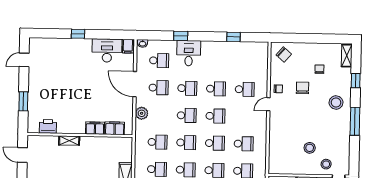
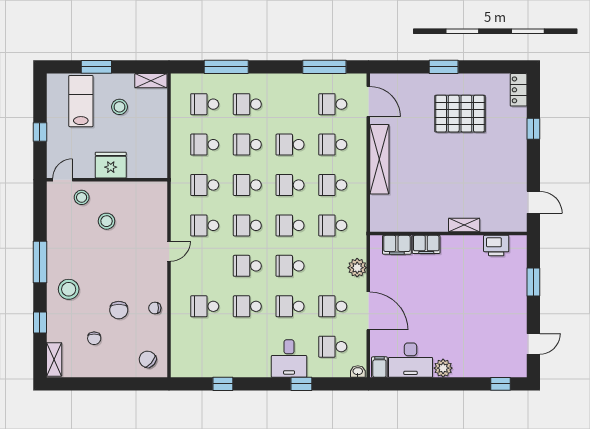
window: (78, 34) -> (500, 384), moved
plant: (85, 45) -> (443, 368), added
door: (268, 104) -> (169, 251), moved

